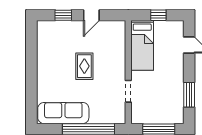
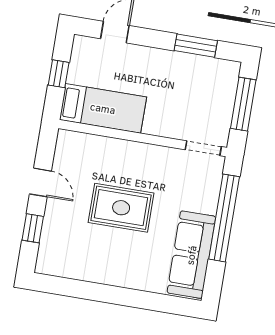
rug: (84, 66) -> (121, 208), width x1.36, depth x1.43
doorway: (128, 91) -> (203, 148), moved

